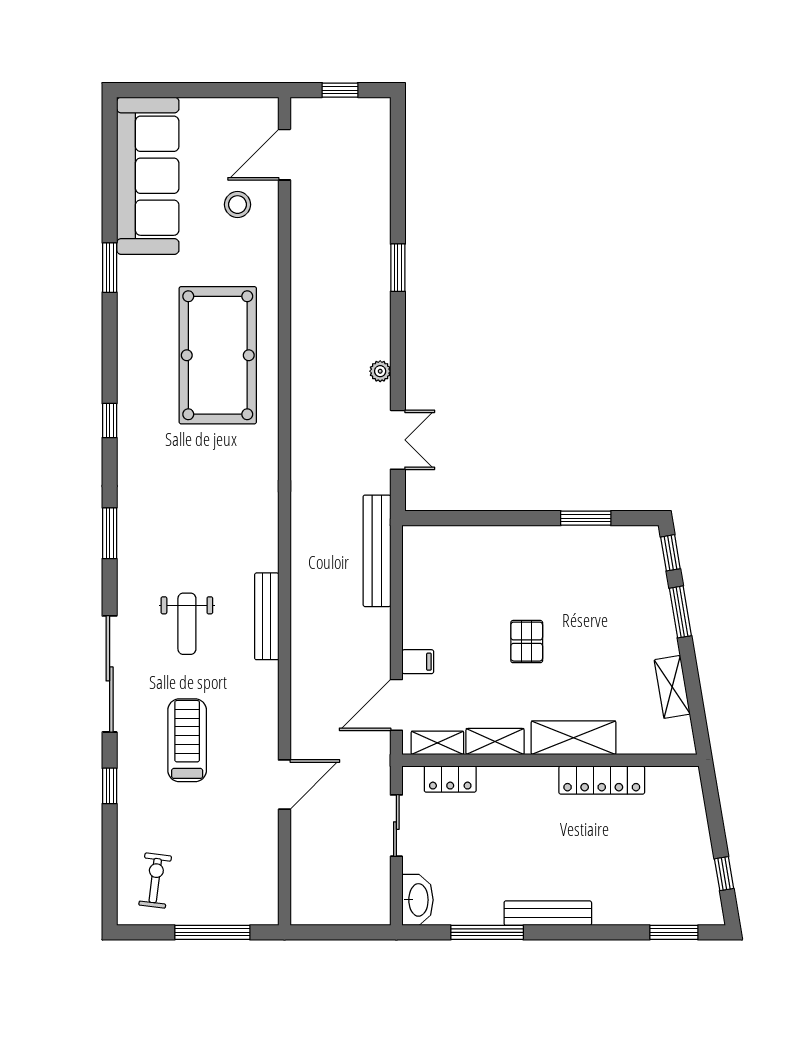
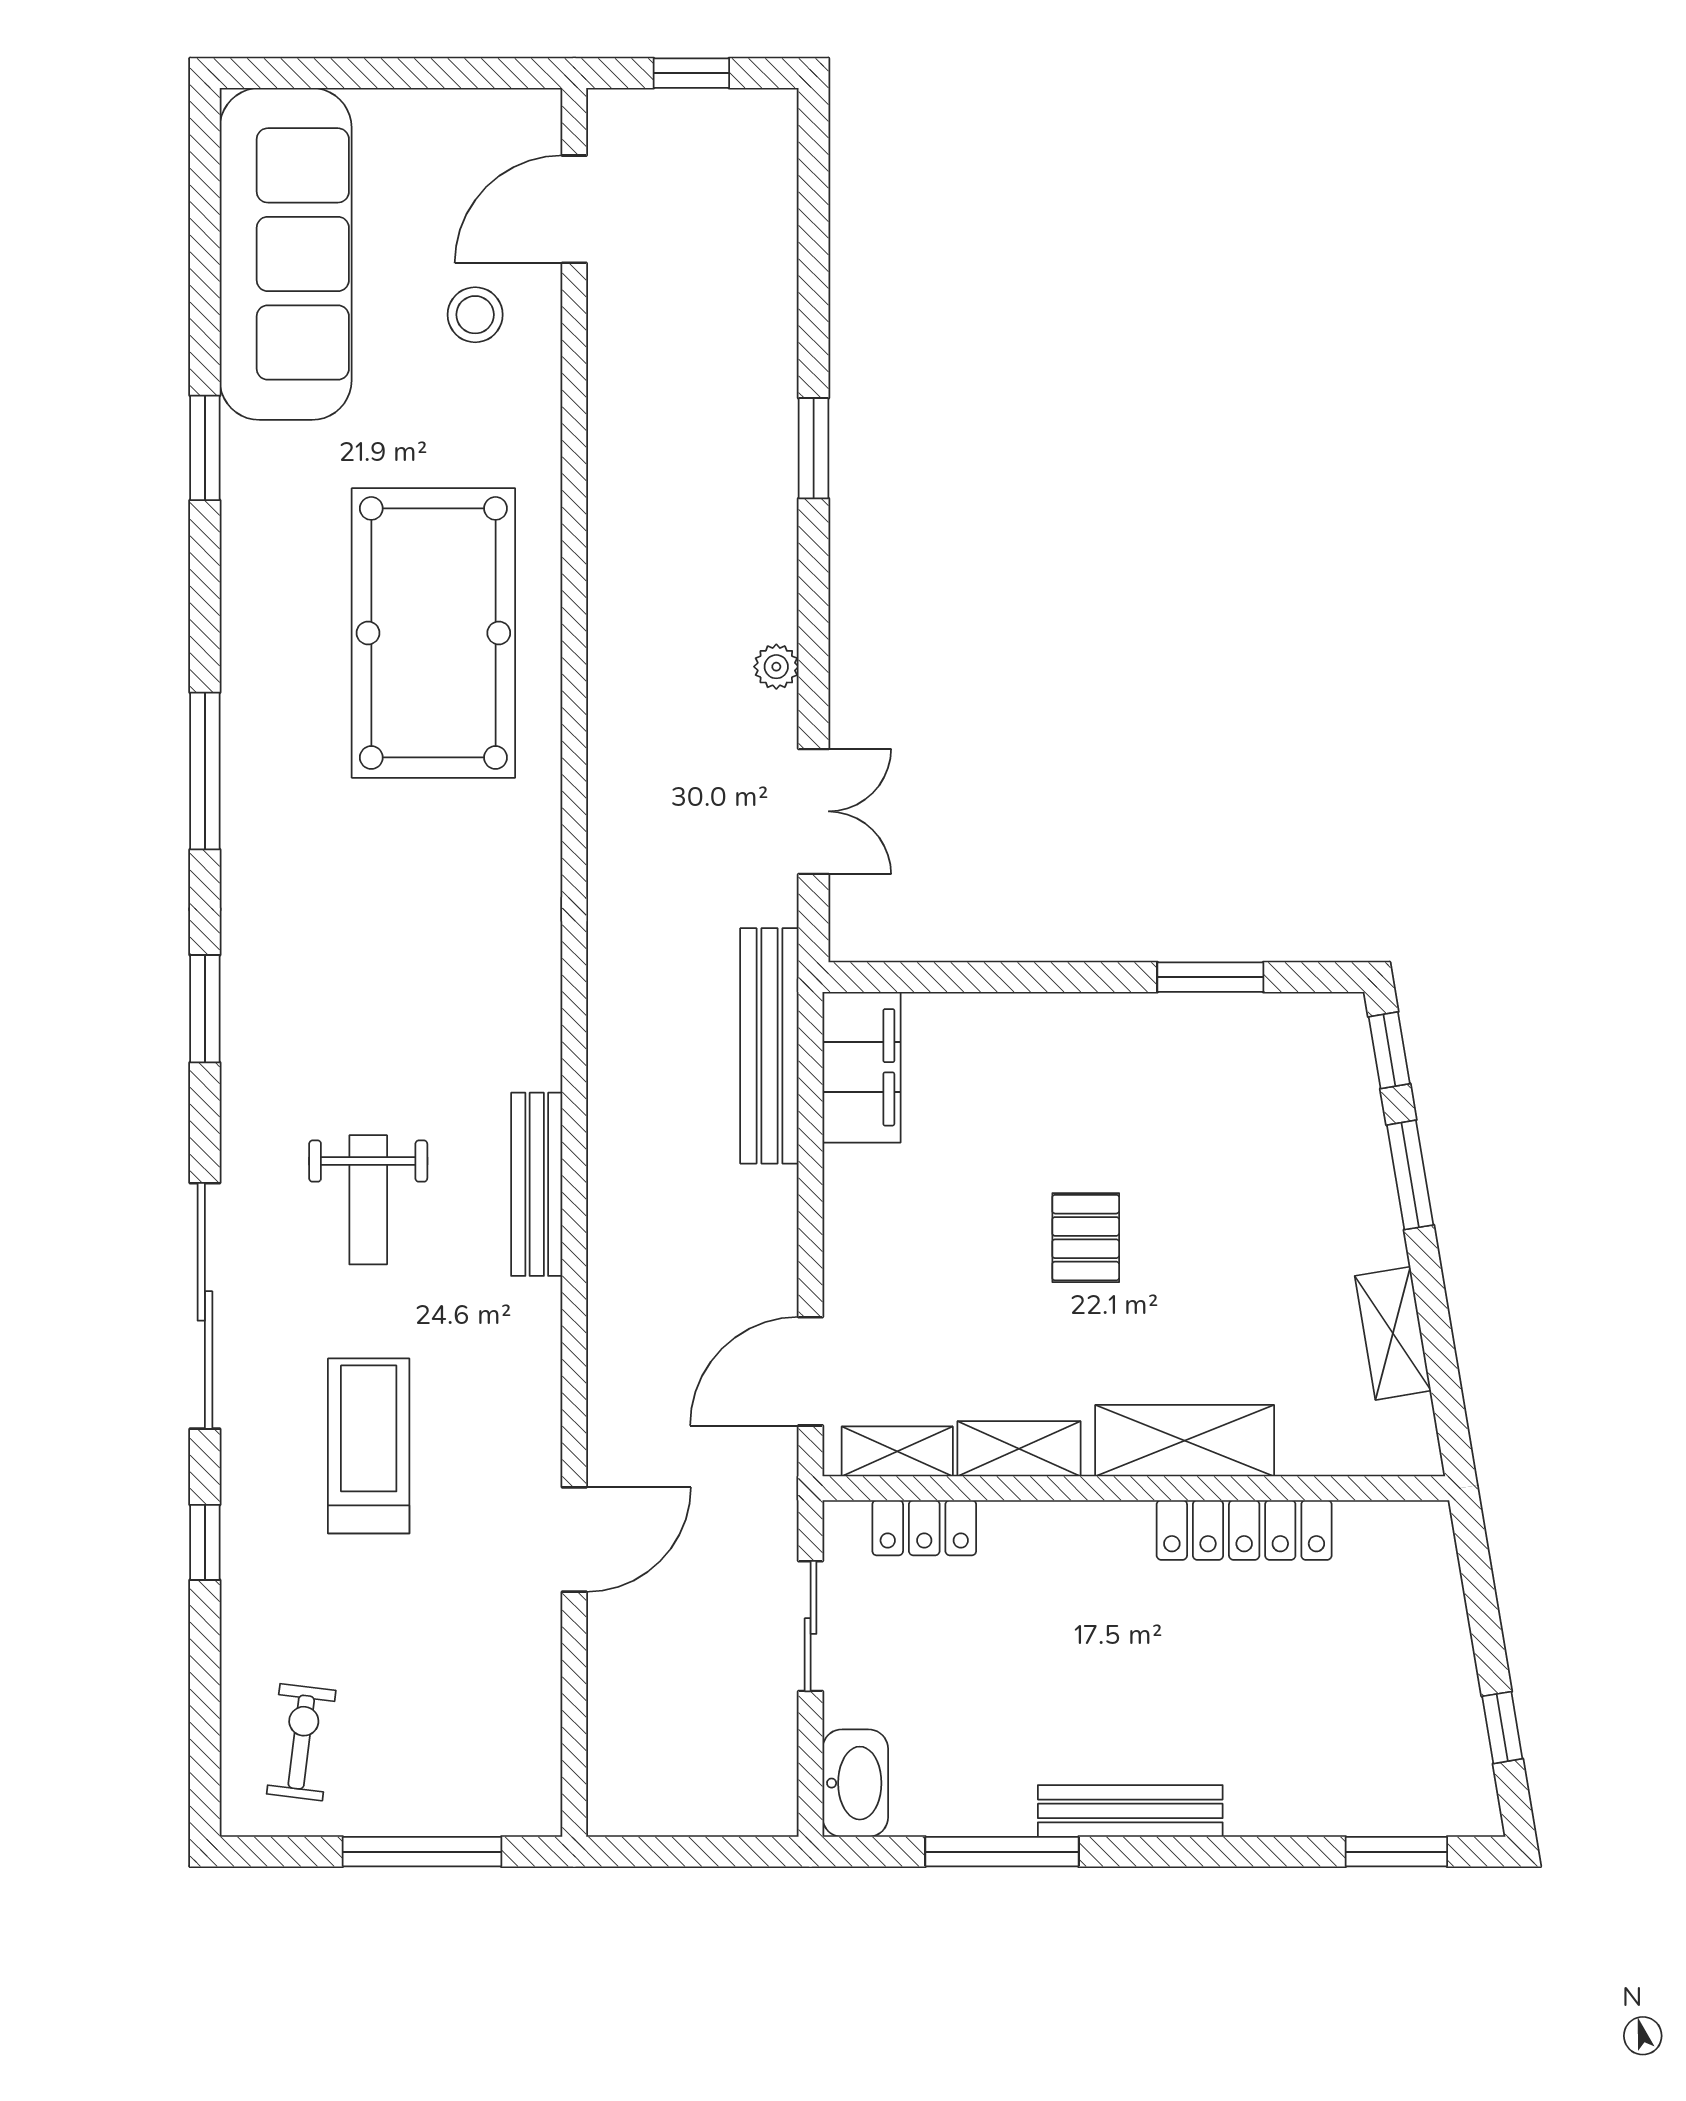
window: (110, 421) -> (205, 771), width x2.17
filing cabinet: (418, 662) -> (861, 1067), moved, width x3.00, depth x1.17

